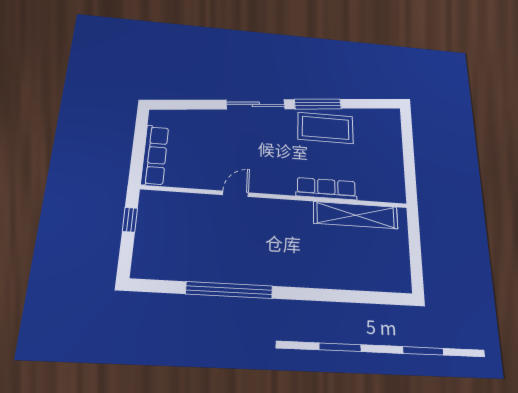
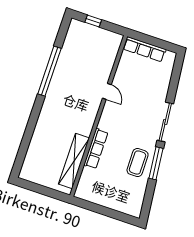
coffee table: (326, 128) -> (138, 163), width x0.73, depth x0.76
window: (130, 220) -> (93, 21), moved

